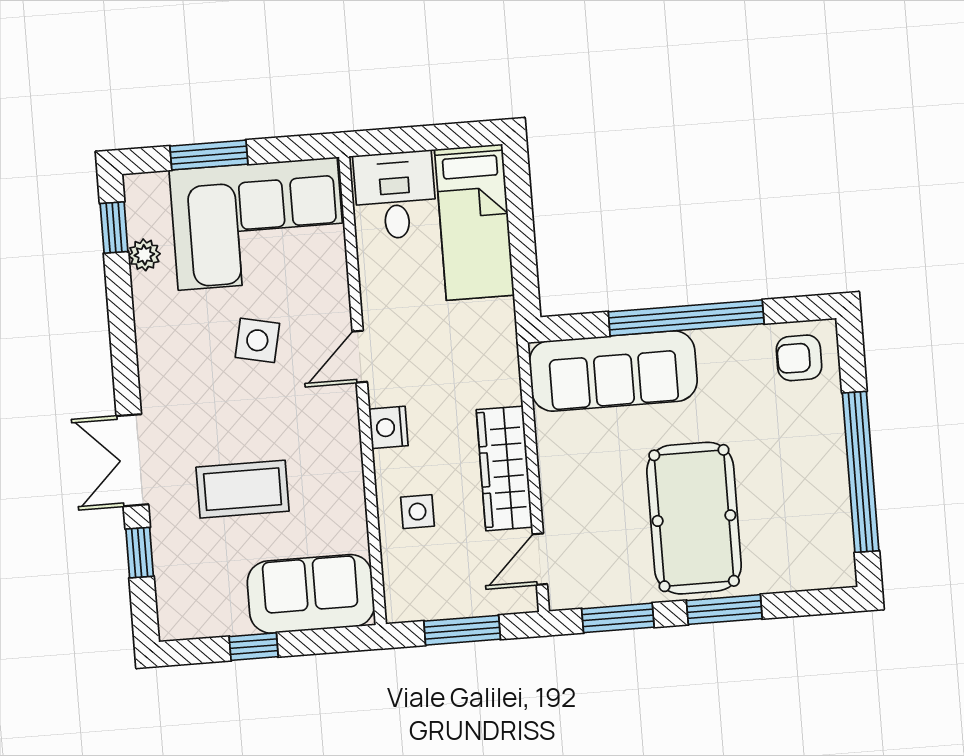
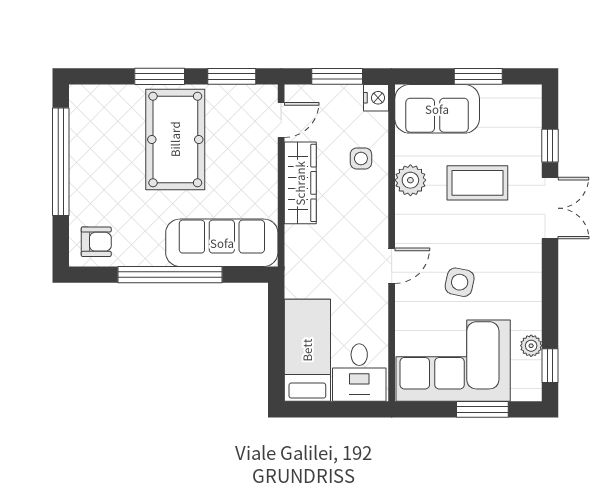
nightstand: (388, 427) -> (376, 98), moved
plant: (342, 485) -> (410, 180), added
window: (254, 647) -> (478, 76), width x1.50

